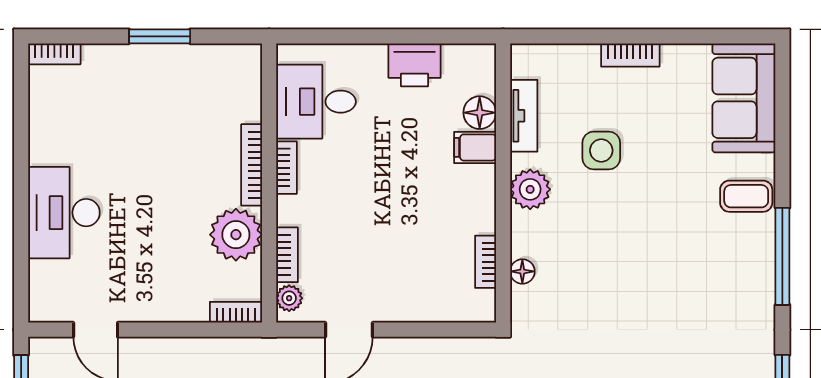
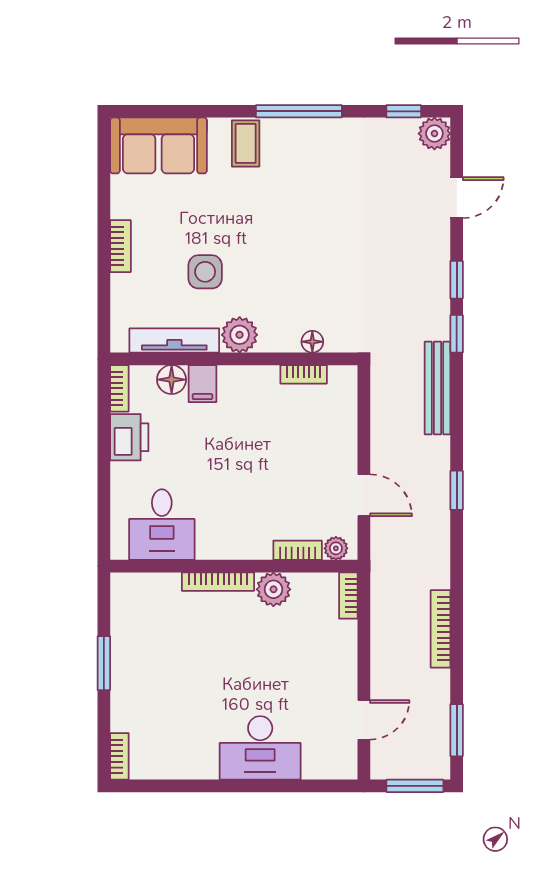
tv unit: (524, 116) -> (174, 340), width x1.41
bookcase: (286, 168) -> (119, 388), moved, turned 90
plant: (236, 235) -> (273, 589), width x0.73, depth x0.73

